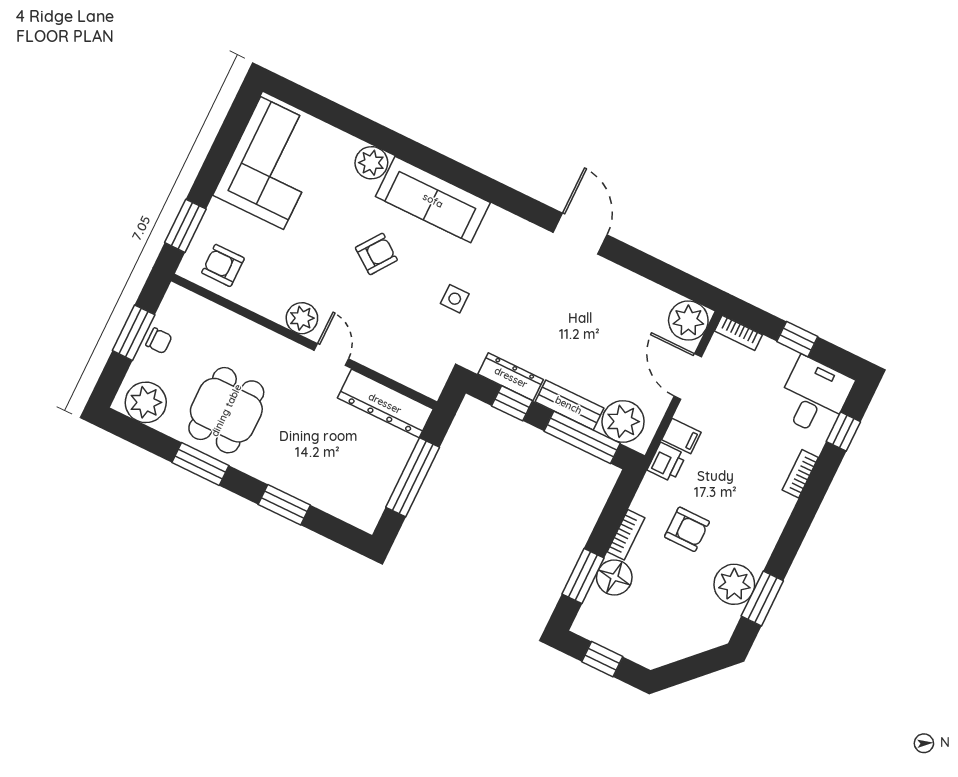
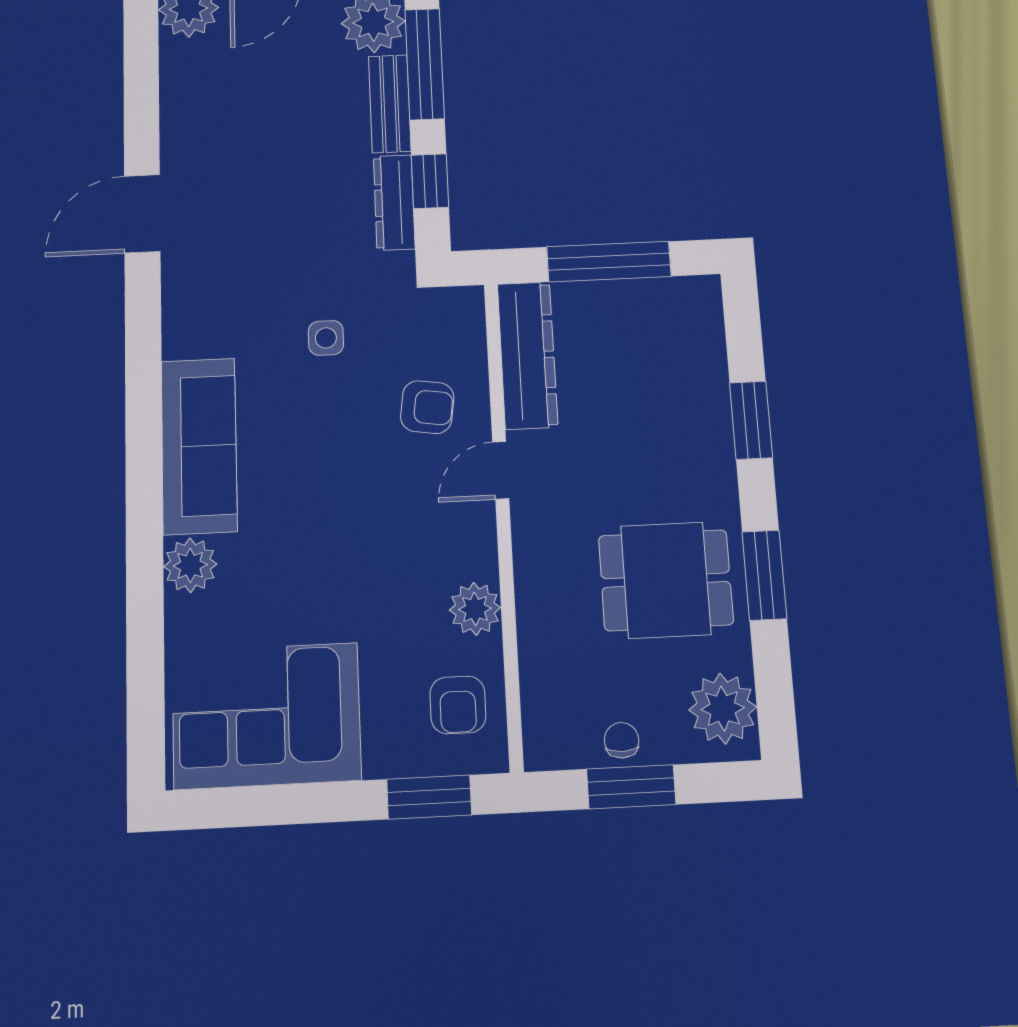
armchair: (376, 254) -> (427, 407), moved, turned 152
plant: (302, 318) -> (475, 609), moved

